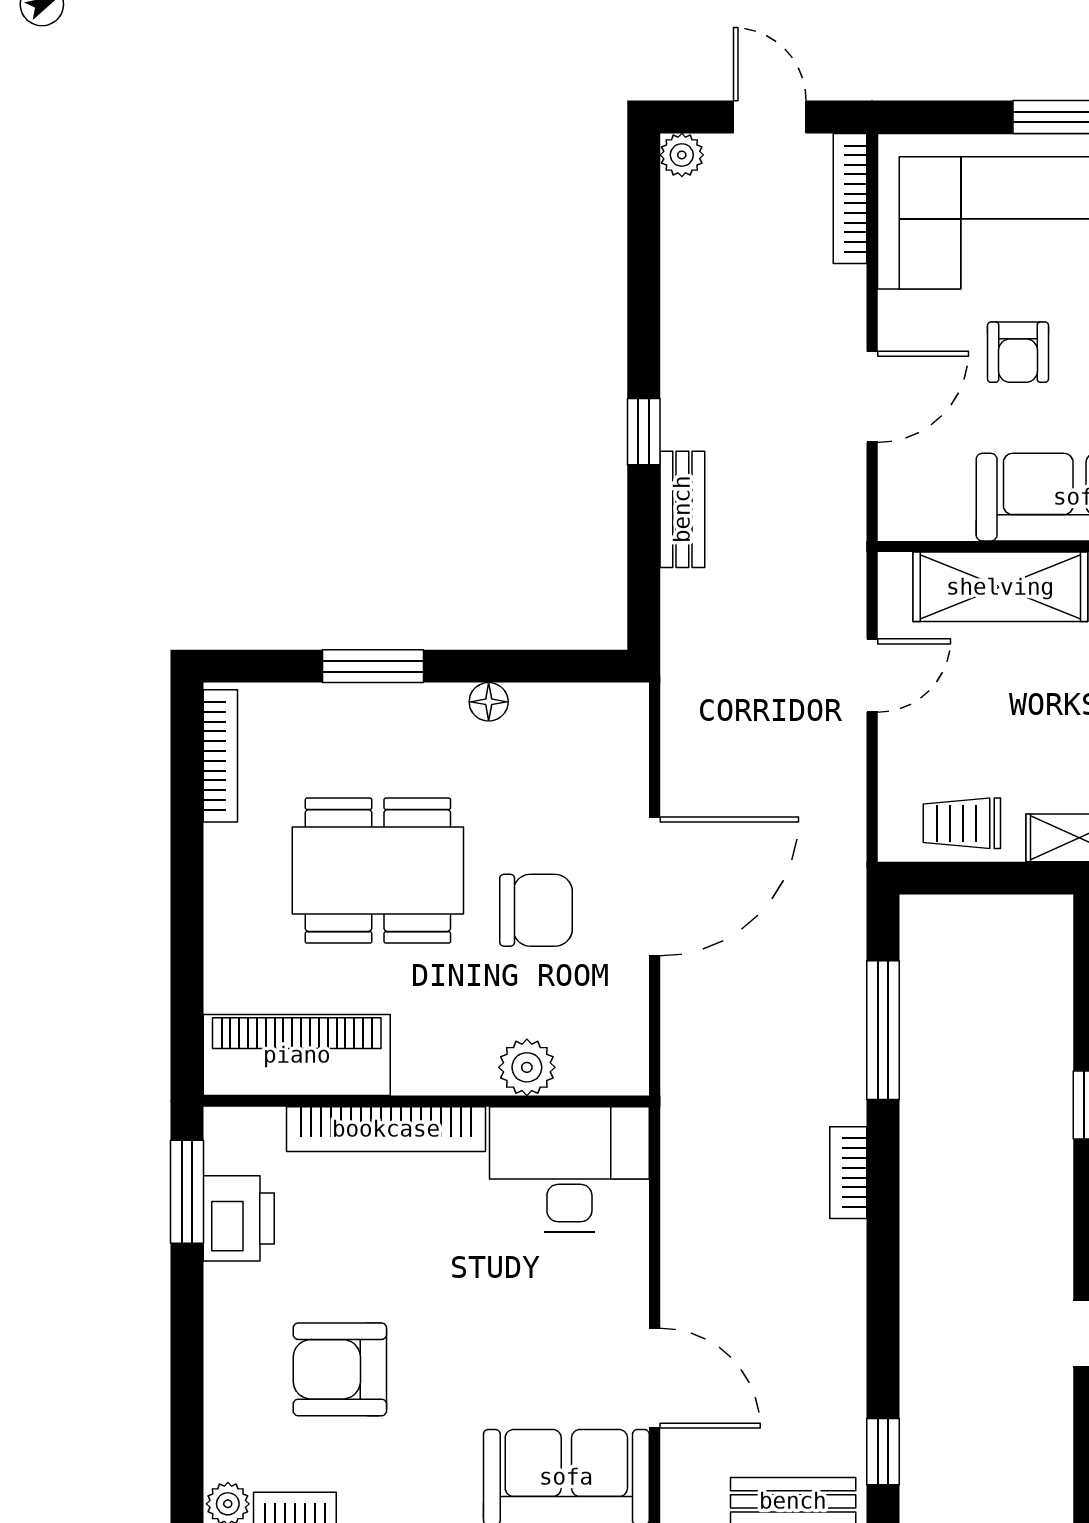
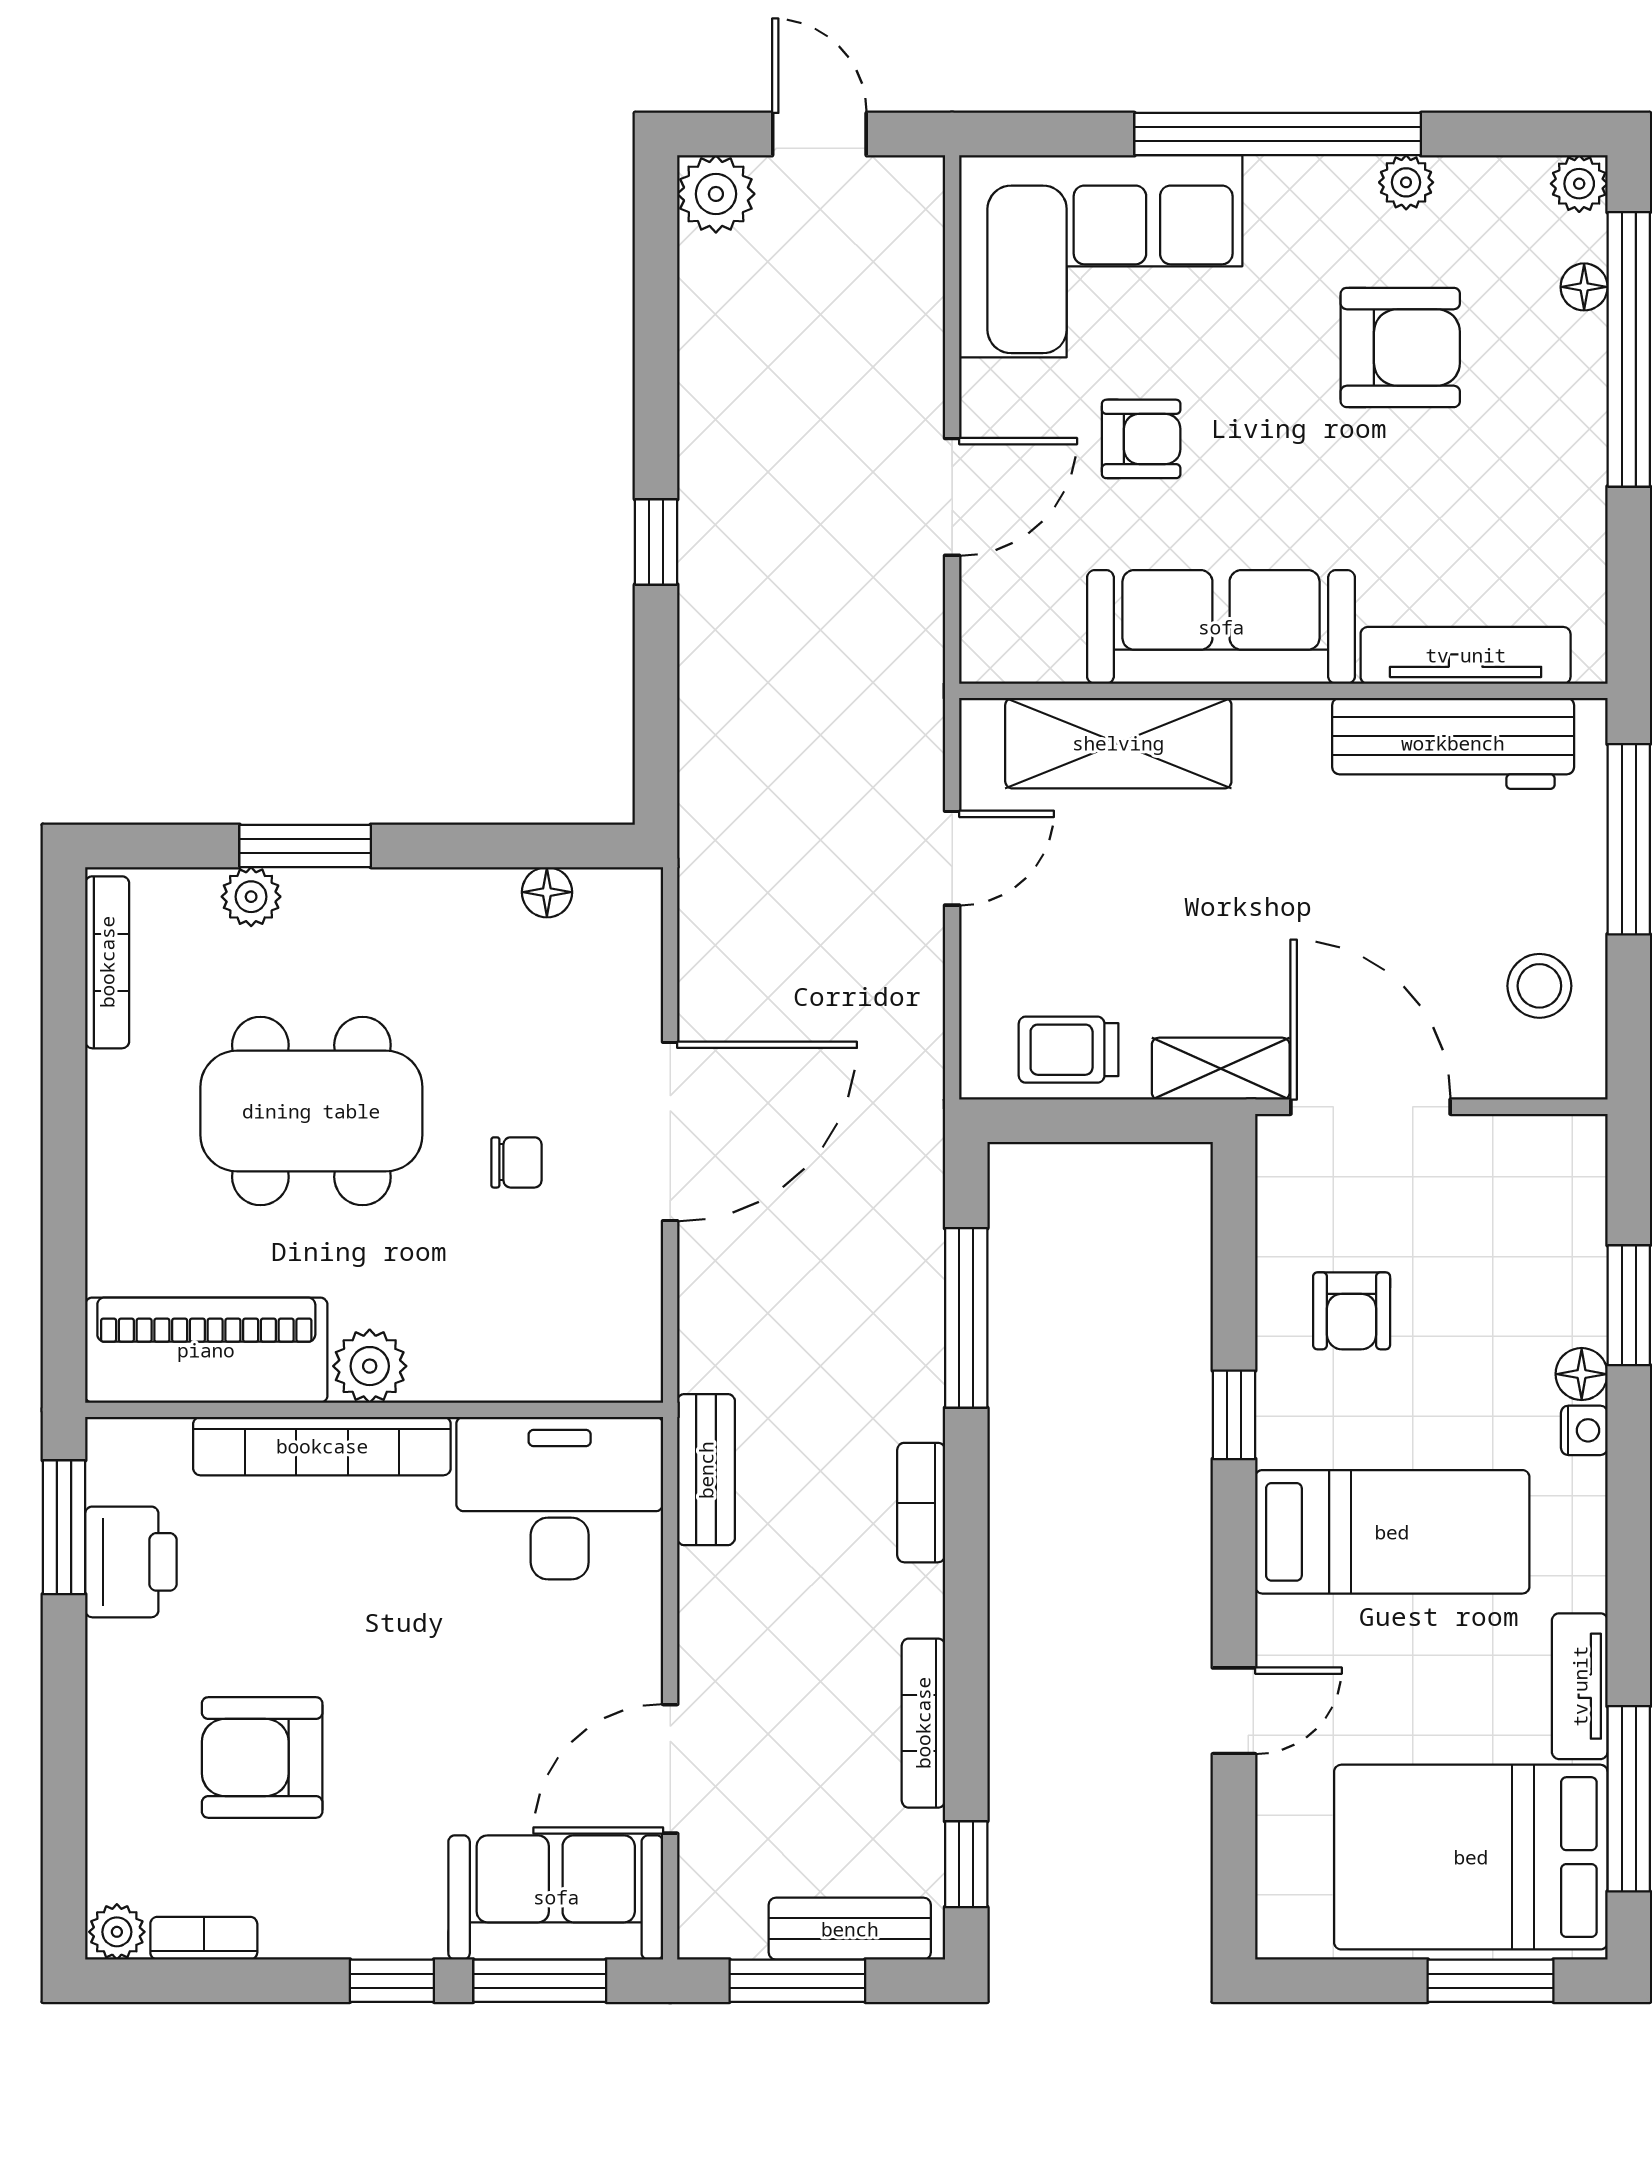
plant: (682, 155) -> (716, 194), width x1.38, depth x1.38
bookcase: (850, 199) -> (923, 1723), moved
armchair: (1018, 352) -> (1141, 439), turned -90
bench: (682, 509) -> (706, 1470), moved
floor lamp: (489, 702) -> (547, 892), moved
plant: (331, 705) -> (251, 897), added
chair: (536, 910) -> (516, 1162), width x0.54, depth x0.54
plant: (527, 1067) -> (370, 1366), moved
door: (655, 1378) -> (670, 1769), swing flipped

